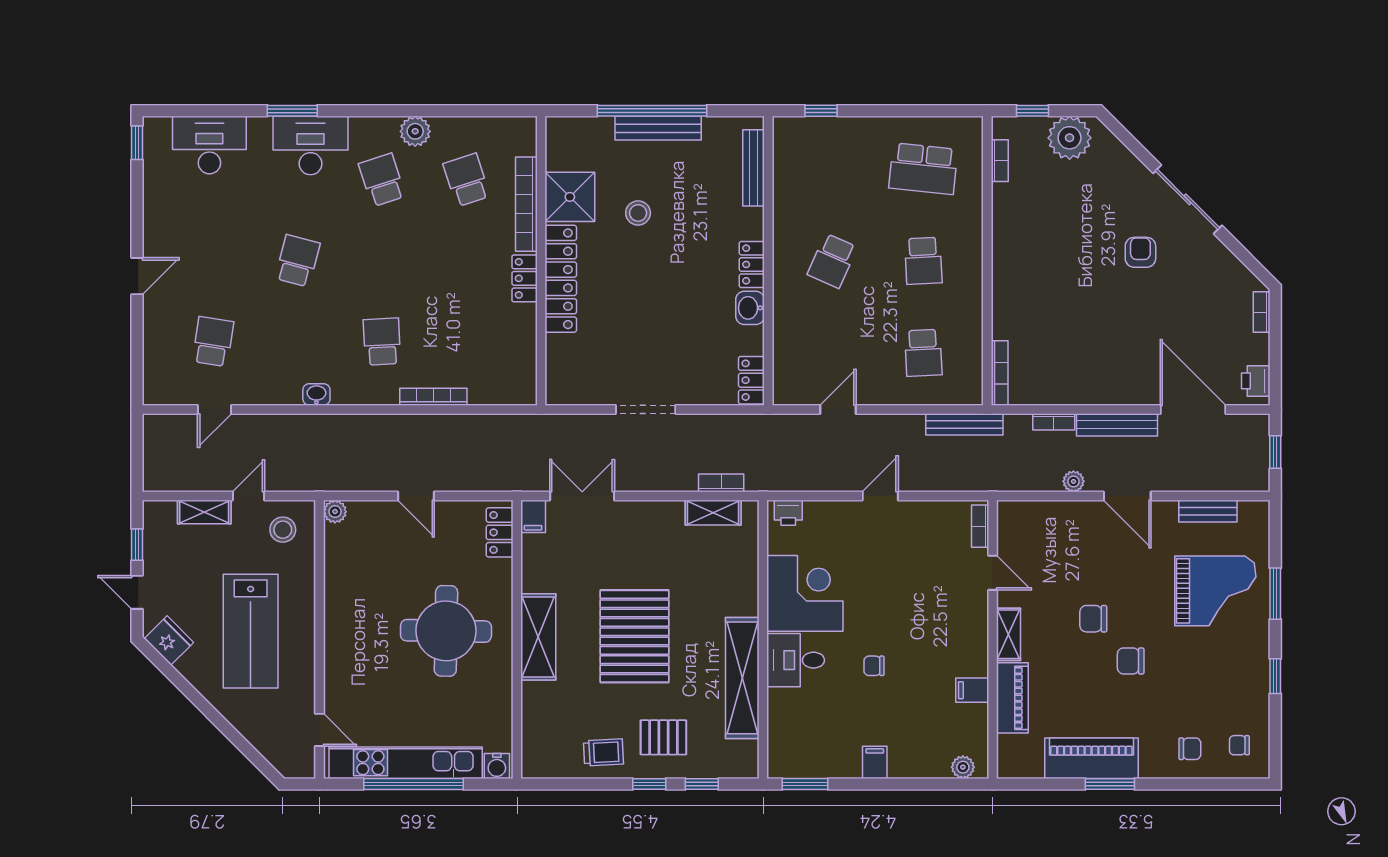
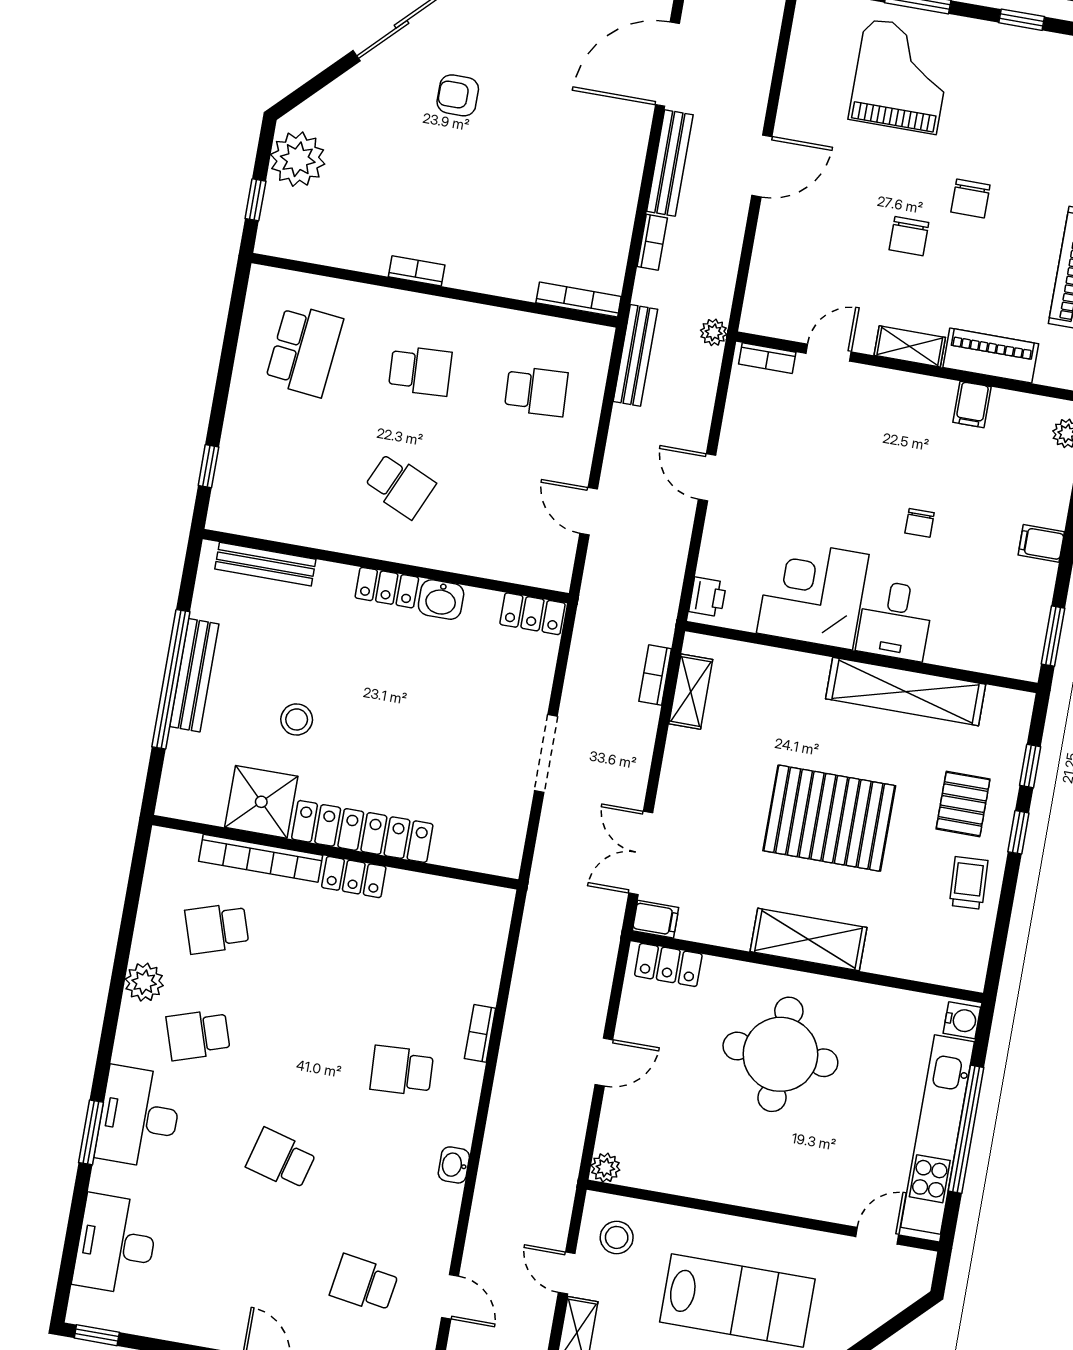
bookcase: (1000, 161) -> (417, 271), moved
bookcase: (433, 397) -> (480, 1033), width x0.64
plant: (1073, 481) -> (714, 332), moved
bench: (1208, 511) -> (799, 68), removed

